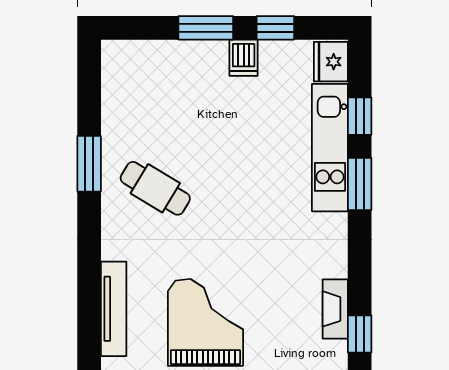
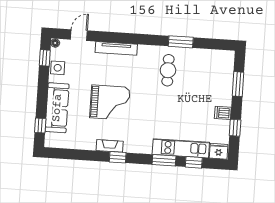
window: (206, 28) -> (238, 84), moved
cafe table: (155, 188) -> (168, 70), turned -31
grand piano: (205, 322) -> (110, 103), moved
window: (360, 334) -> (118, 157), moved

